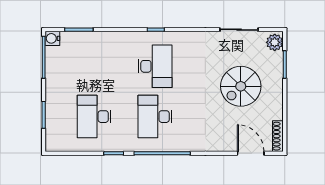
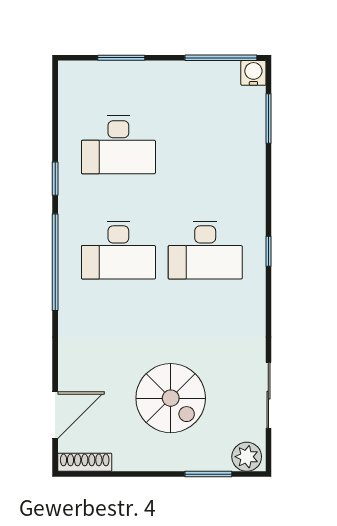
spiral stairs: (241, 86) -> (171, 398), turned 180
desk: (94, 117) -> (118, 145), turned 180
desk: (155, 117) -> (118, 250), turned 180

